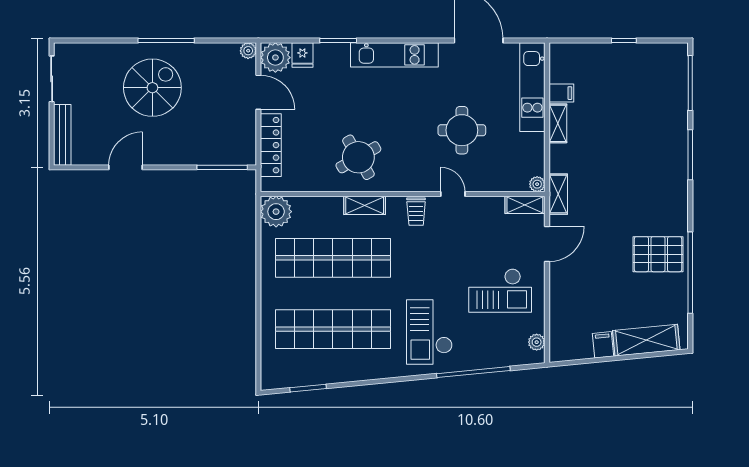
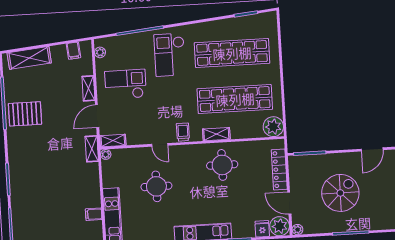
spiral stairs: (152, 88) -> (340, 193), moved, turned 180
shelving: (558, 123) -> (88, 88), moved
round table: (358, 157) -> (222, 165), turned 30
checkout: (429, 332) -> (170, 55), turned 180
filing cabinet: (603, 345) -> (73, 51), moved

